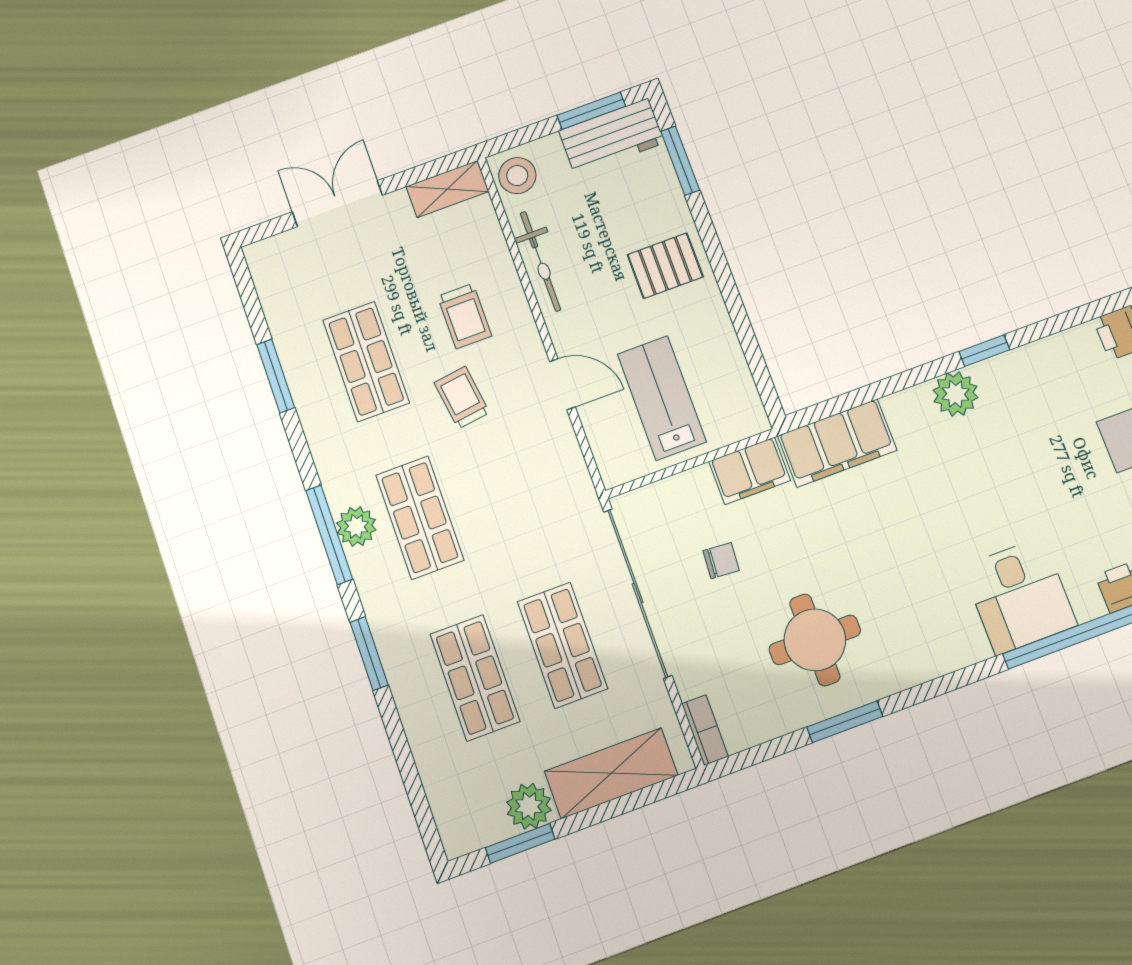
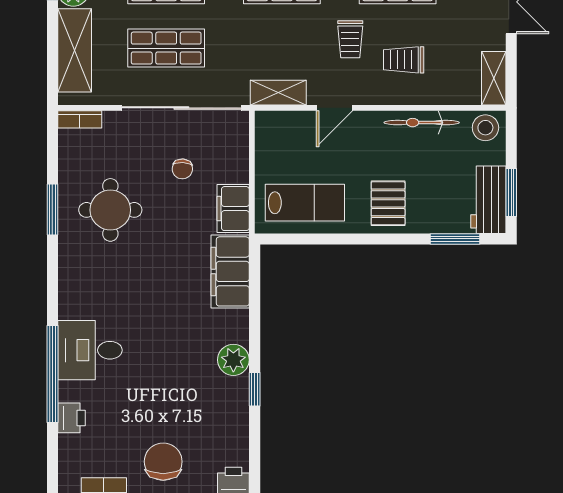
trolley: (462, 398) -> (350, 39), turned 98
lab bench: (662, 398) -> (305, 203), moved
shelving: (569, 468) -> (278, 93), added

